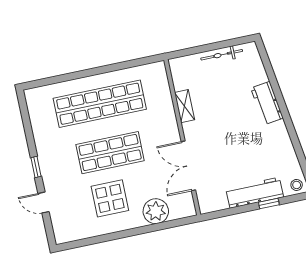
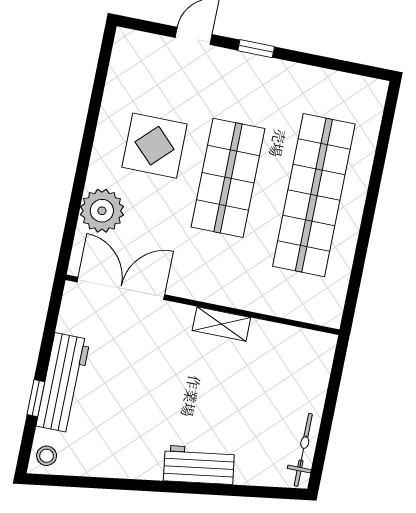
bicycle: (222, 55) -> (303, 450), moved
shelving: (185, 106) -> (221, 324), moved
double door: (188, 166) -> (121, 288), moved

